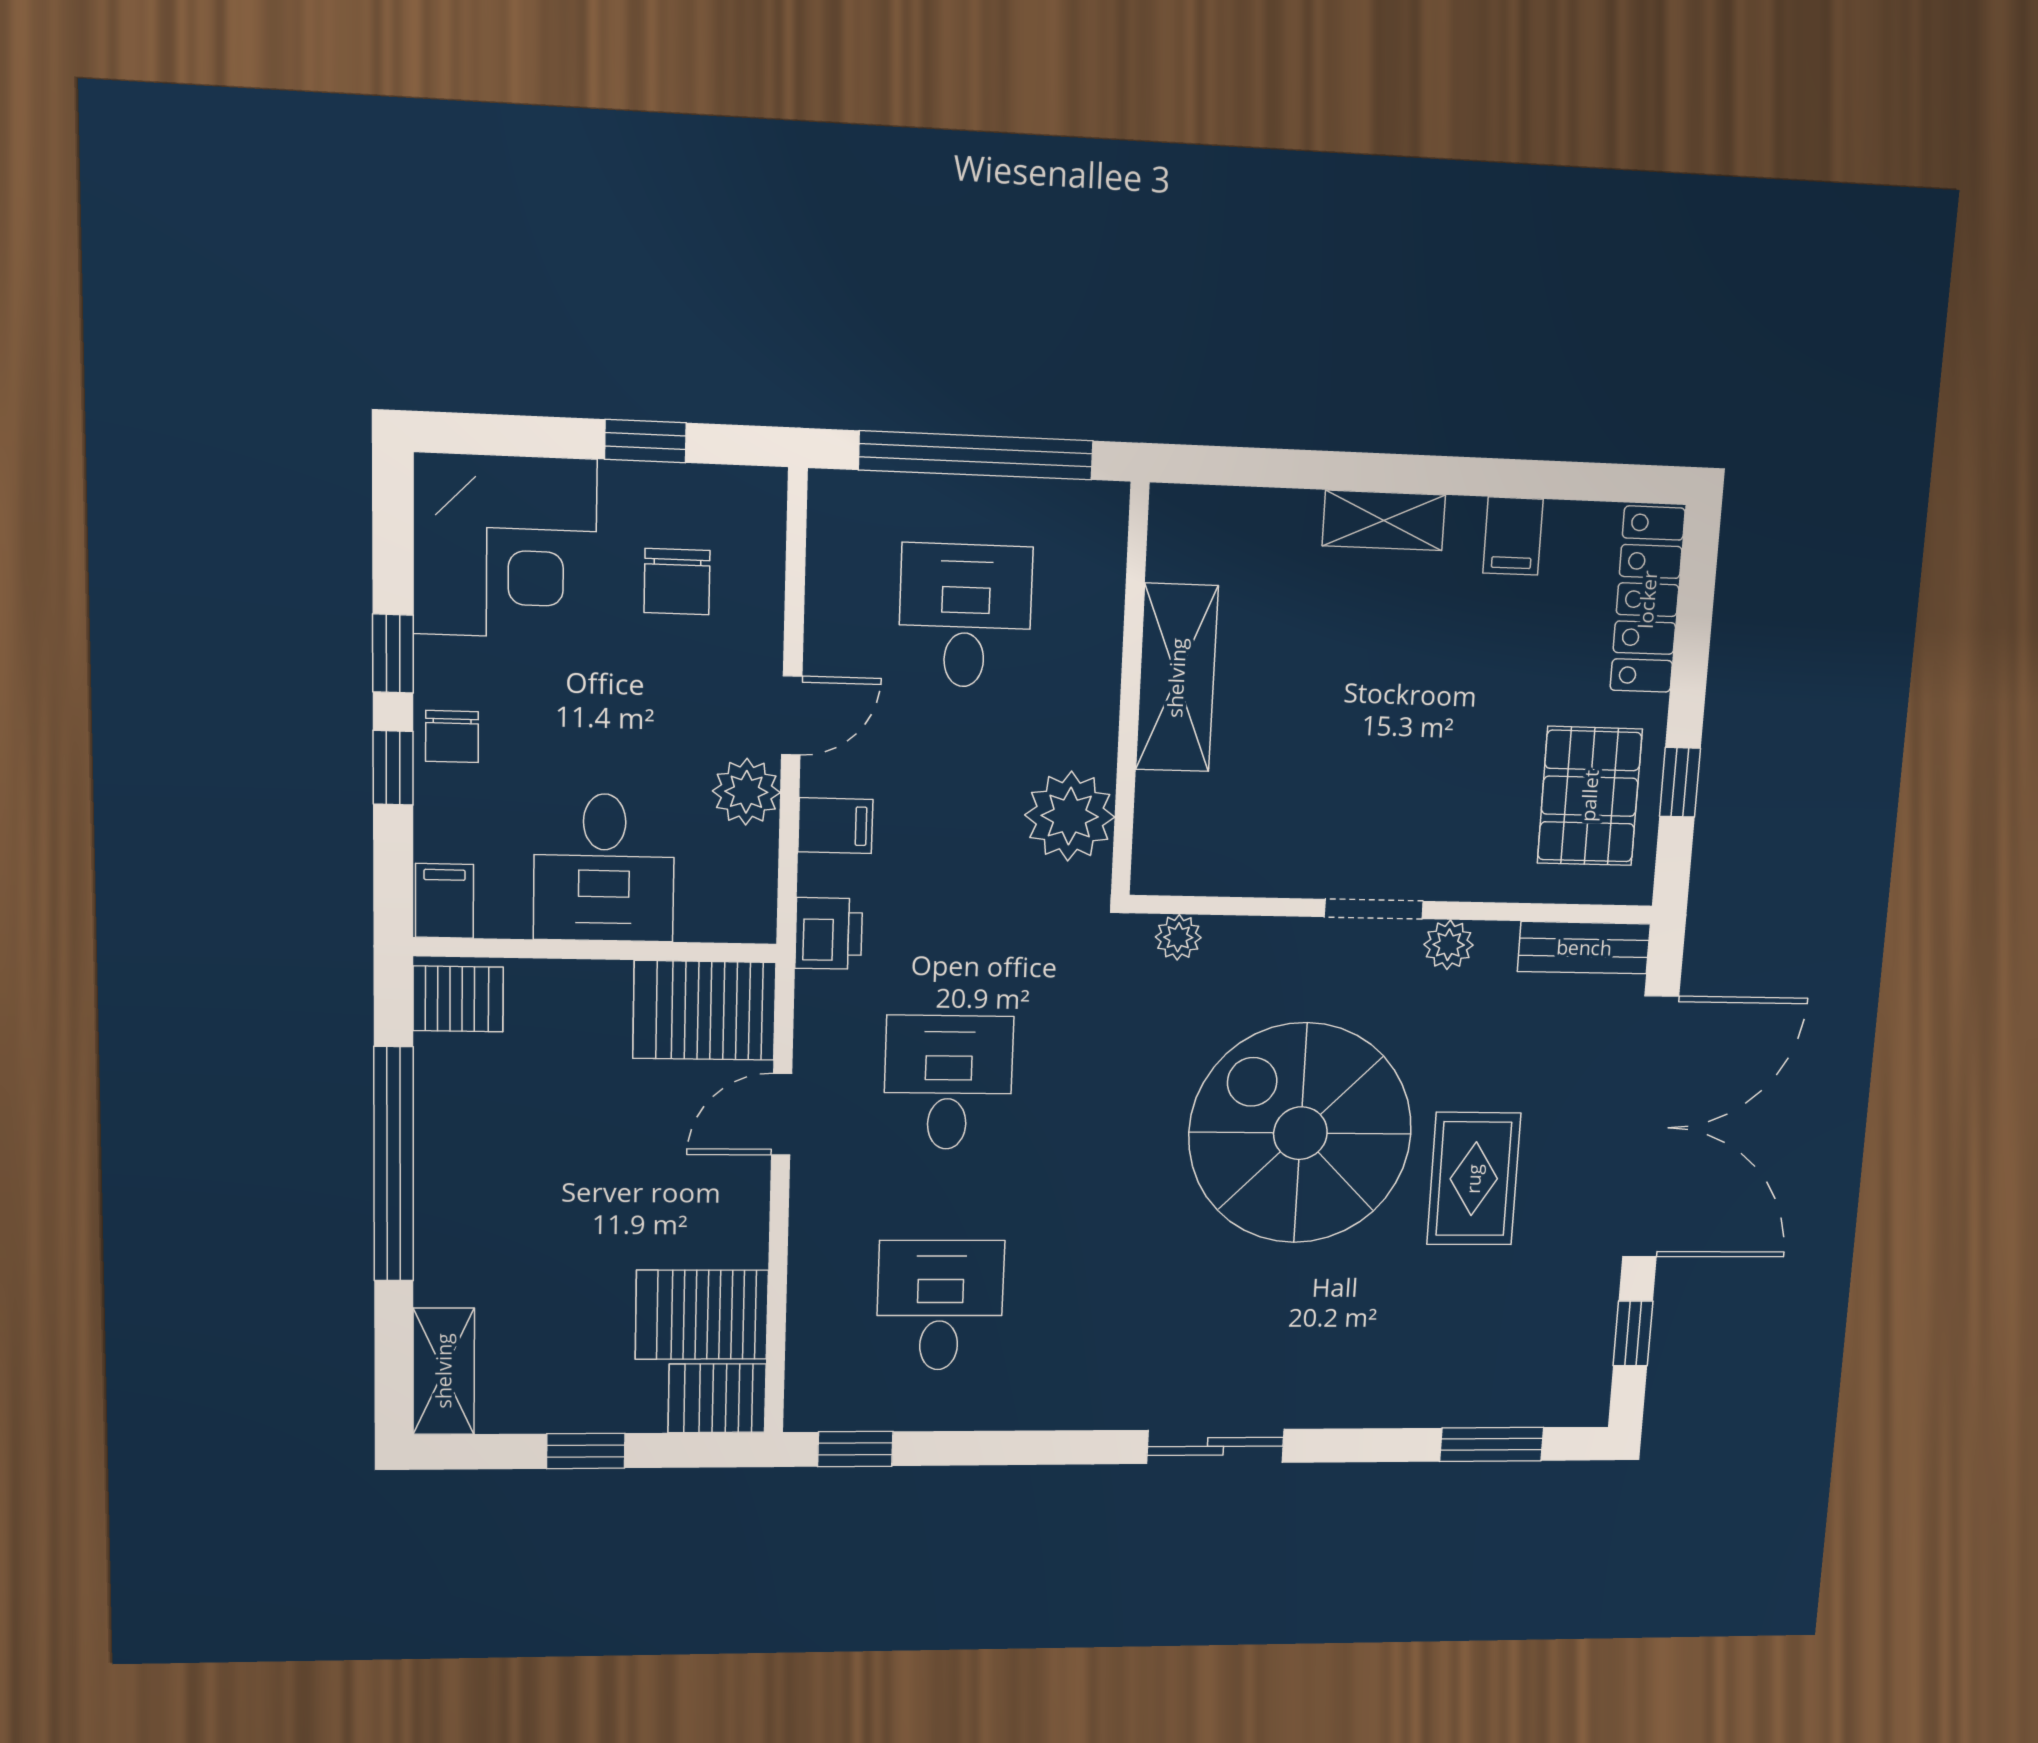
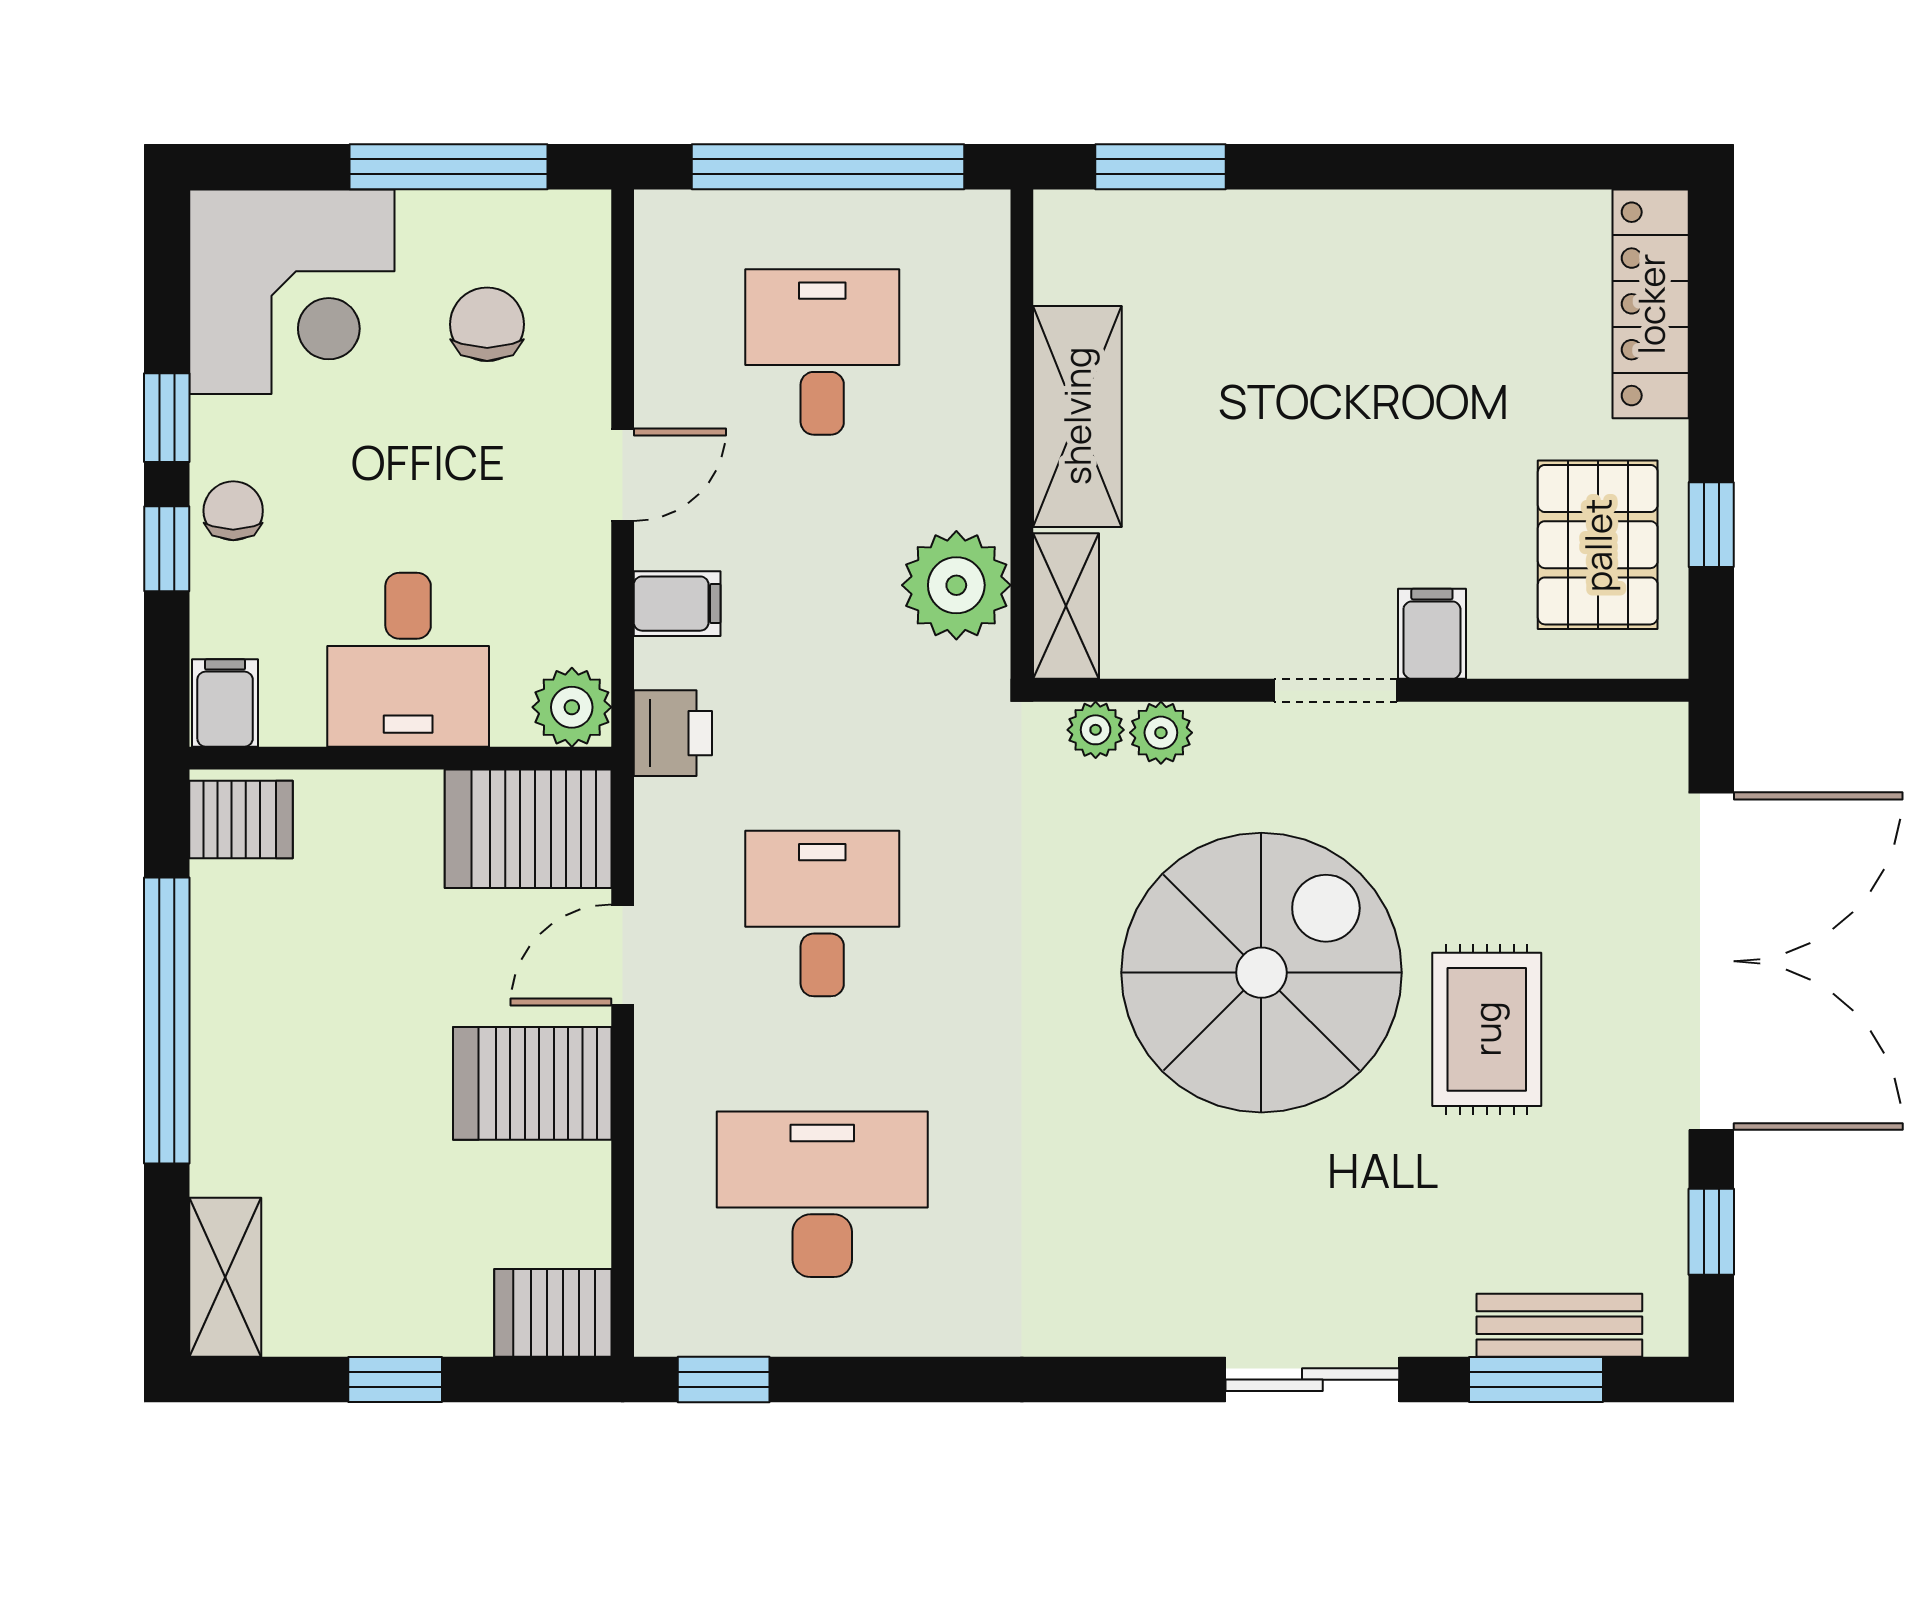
window: (645, 441) -> (448, 167), width x2.17
window: (1257, 467) -> (1161, 167), added
shelving: (1384, 520) -> (1066, 606), moved, turned 90
filing cabinet: (1513, 536) -> (1432, 634), moved, turned 180
chair: (677, 582) -> (487, 324), turned 180
chair: (452, 736) -> (233, 511), turned 180
plant: (746, 792) -> (572, 707), moved
plant: (1449, 945) -> (1161, 733), moved
bench: (1584, 948) -> (1559, 1325), moved
spiral stairs: (1300, 1133) -> (1261, 973), turned 90
desk: (940, 1305) -> (822, 1194), width x1.37
server rack: (702, 1315) -> (532, 1083), moved
sliding door: (1215, 1446) -> (1312, 1380), moved

